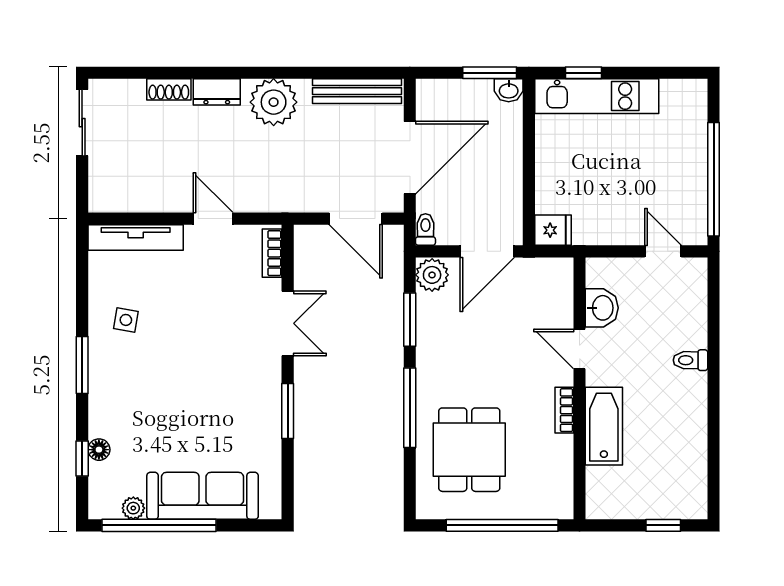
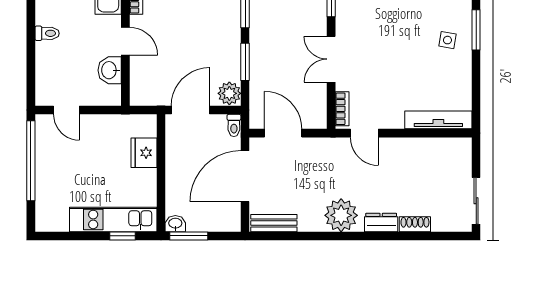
bench: (357, 91) -> (274, 223), width x0.73
door: (213, 219) -> (364, 133), moved
fridge: (553, 230) -> (144, 153), moved, width x1.38
side table: (126, 320) -> (447, 40), moved

